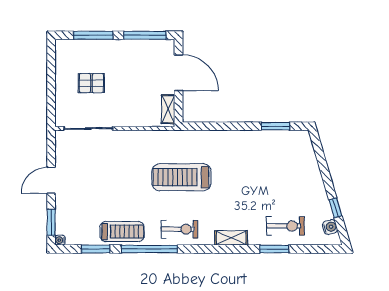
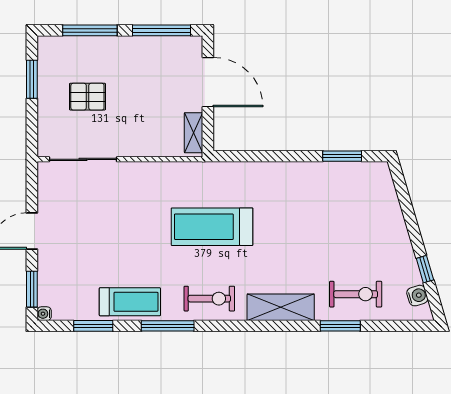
window: (51, 71) -> (32, 79), added
shelving: (231, 238) -> (281, 307), width x1.50, depth x1.33
window: (149, 249) -> (168, 326), width x0.68

